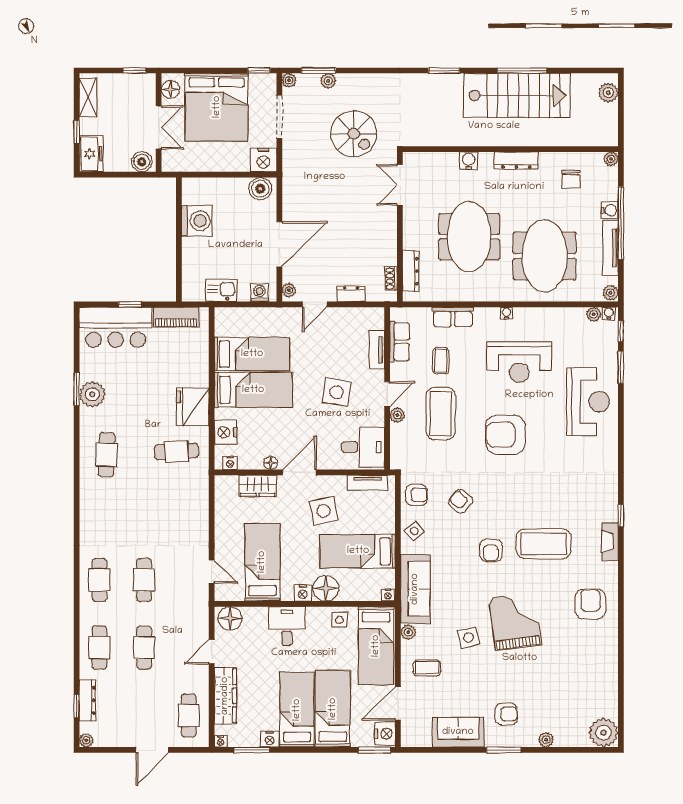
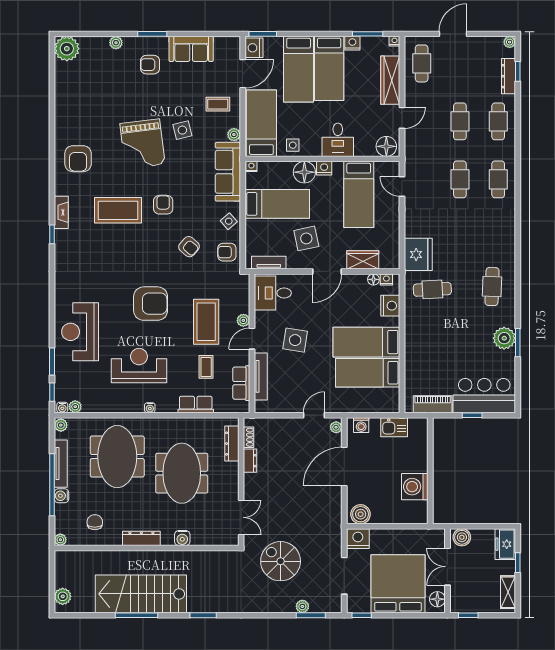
plant: (289, 80) -> (336, 607), removed
dresser: (351, 294) -> (250, 461), moved, turned -90
tv unit: (377, 350) -> (261, 376), width x1.41
fridge: (193, 407) -> (418, 254), moved
floor lamp: (271, 463) -> (373, 279), moved

